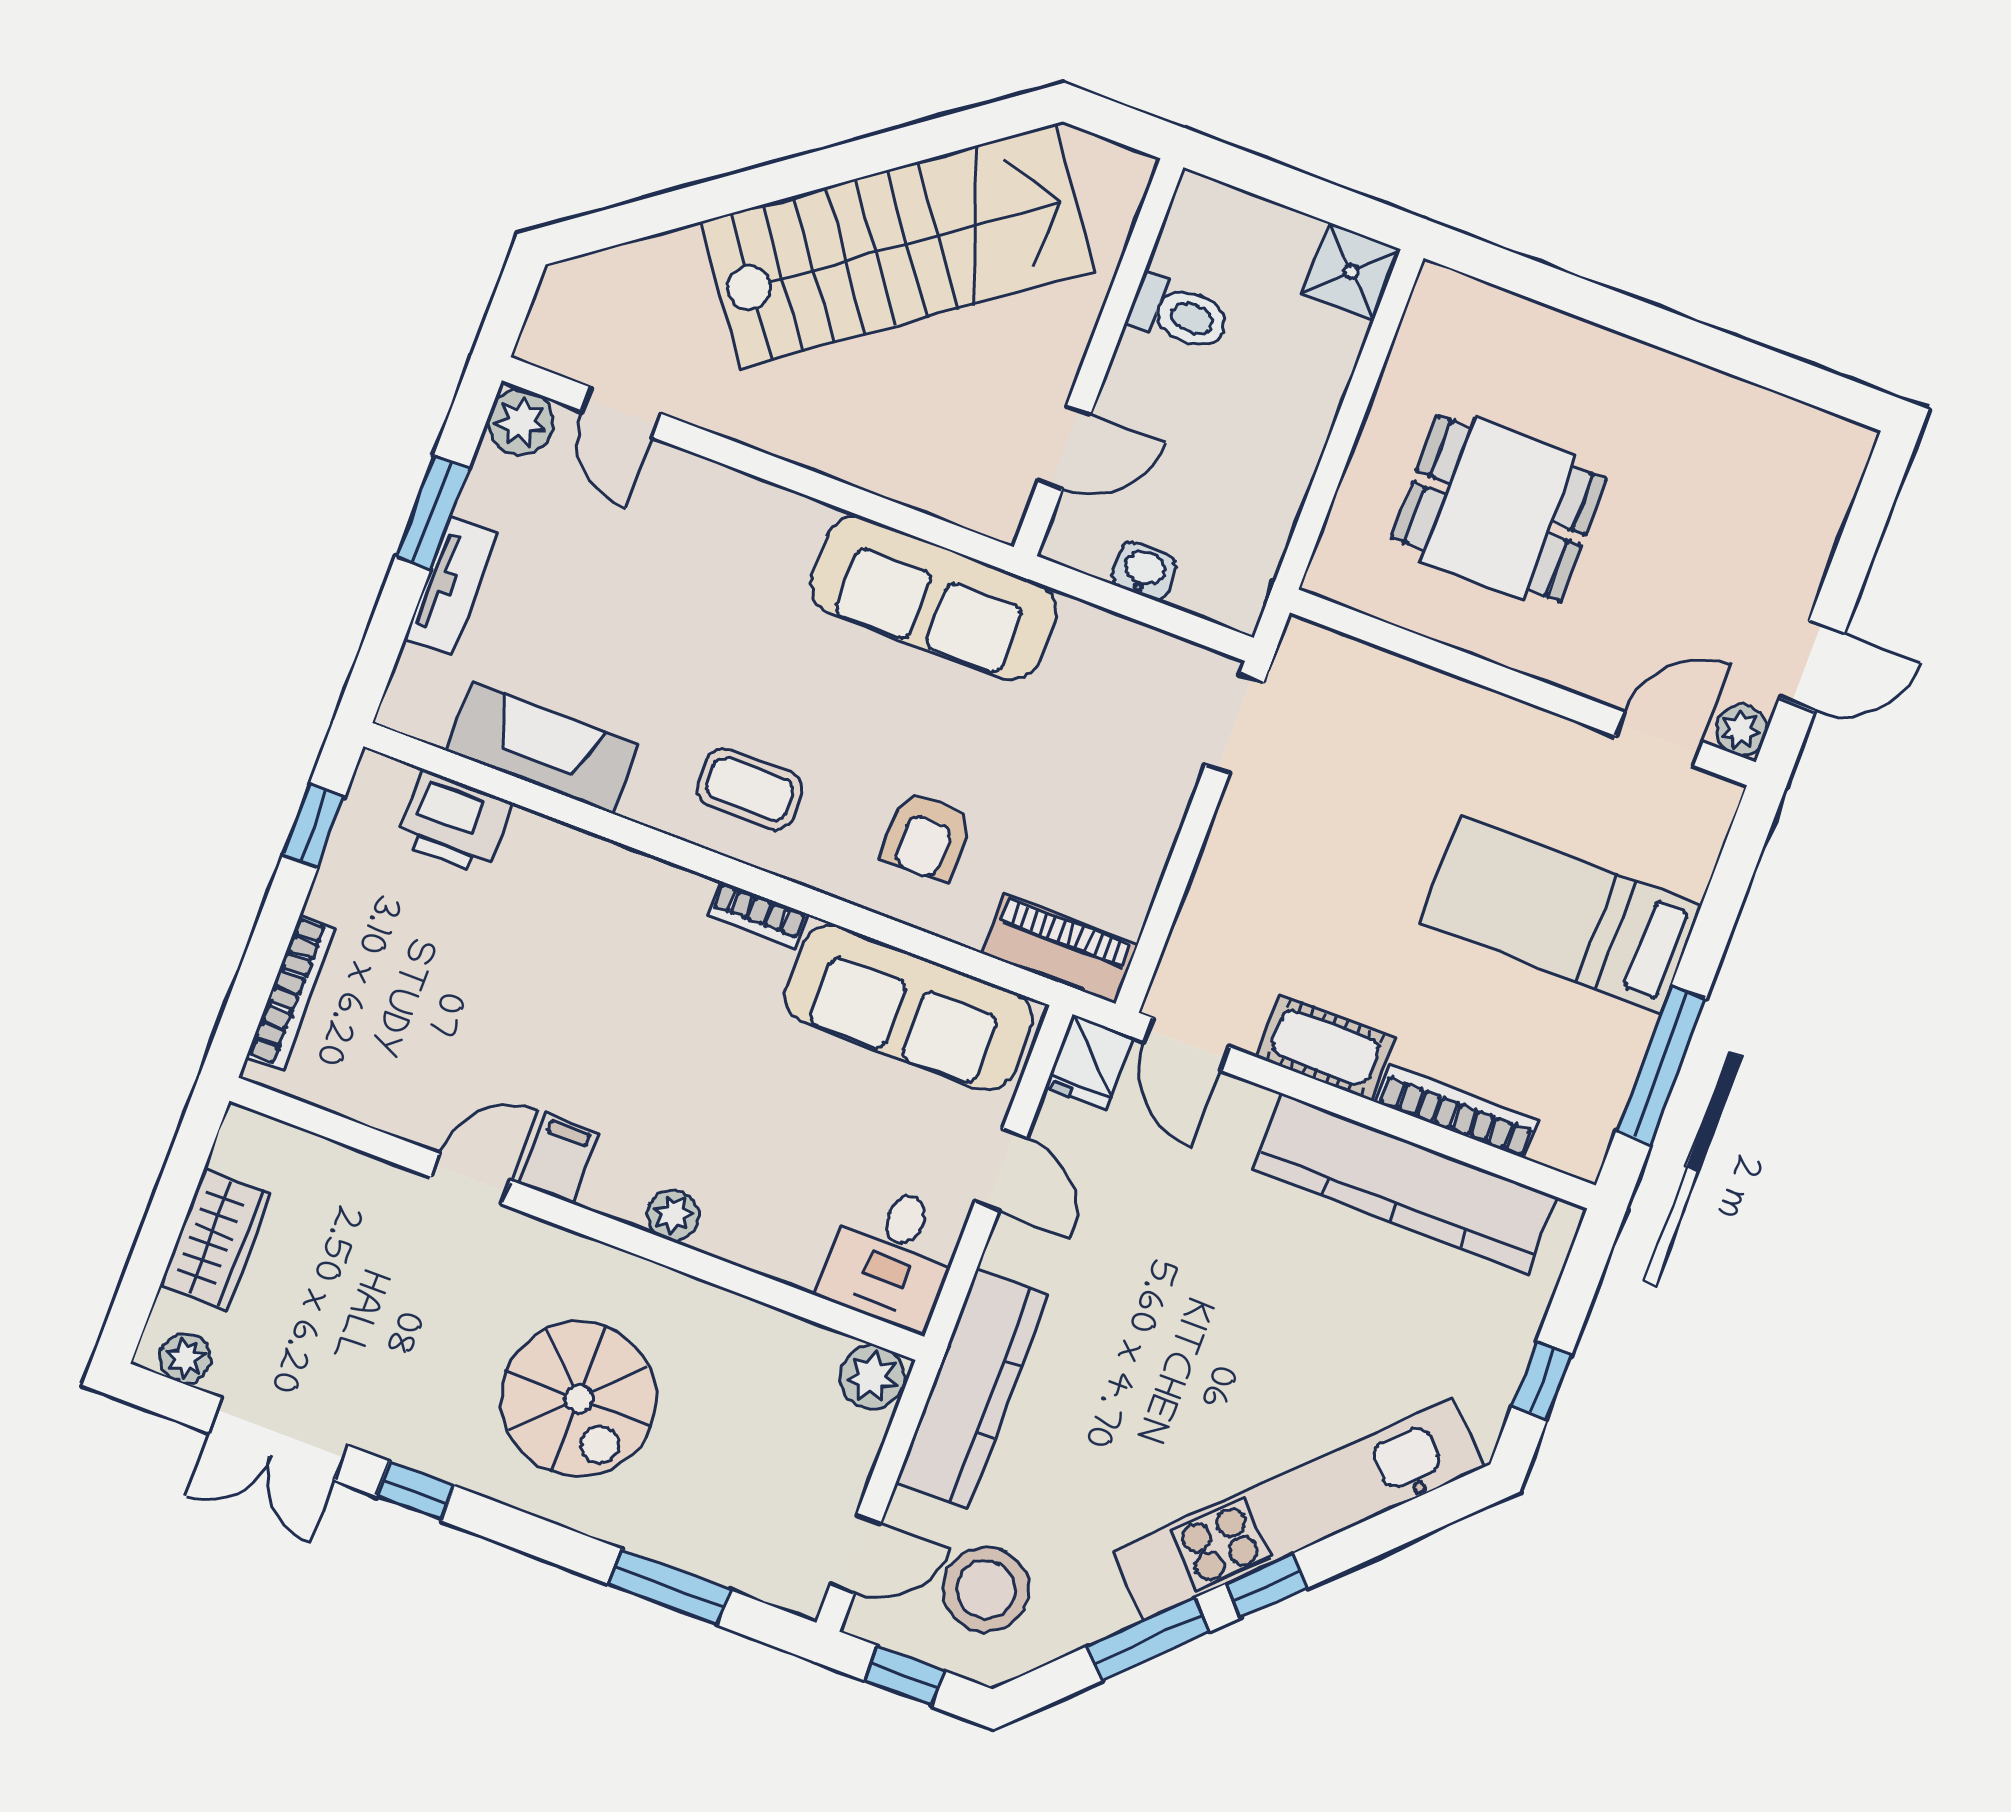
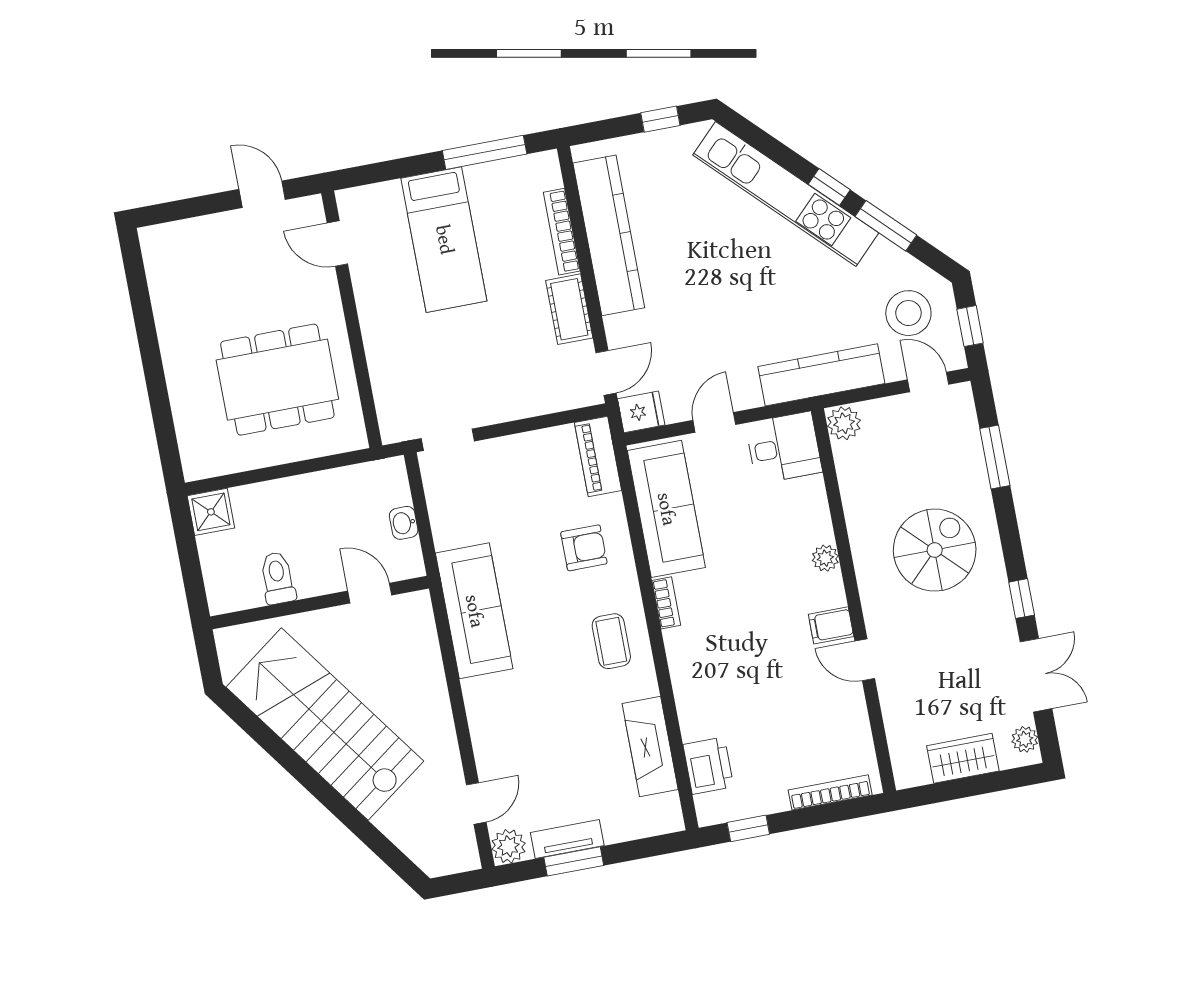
dining table: (1499, 508) -> (277, 380), width x1.38
tv unit: (451, 585) -> (567, 839), moved
plant: (1741, 730) -> (311, 209), removed

